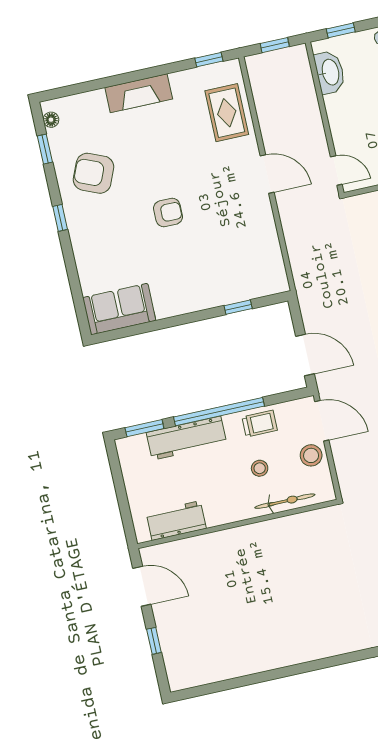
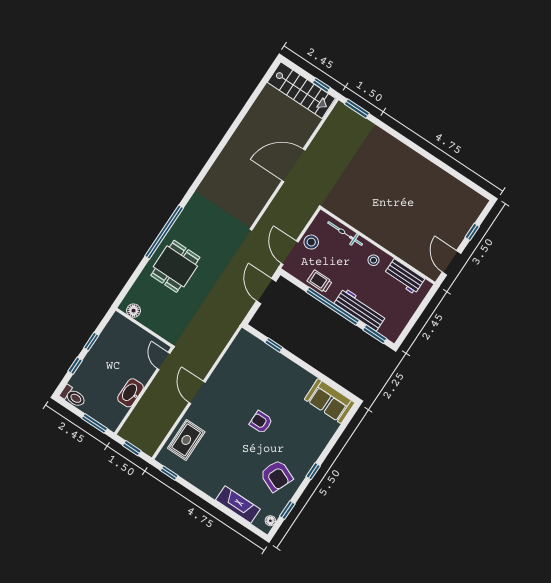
window: (341, 30) -> (95, 423), width x1.50
washbasin: (330, 72) -> (130, 393), moved
fireplace: (139, 93) -> (238, 505), moved
stool: (260, 468) -> (373, 260), moved

